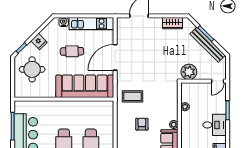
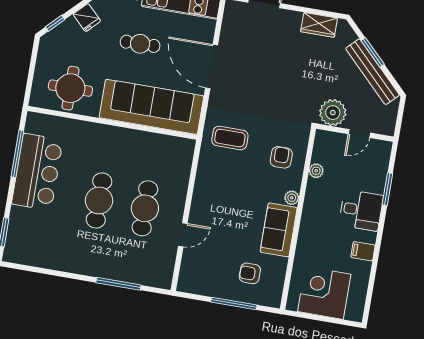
door: (115, 57) -> (212, 67), hinge flipped
round table: (32, 69) -> (70, 88), moved
door: (218, 81) -> (359, 133), moved
armchair: (142, 124) -> (281, 157), moved

